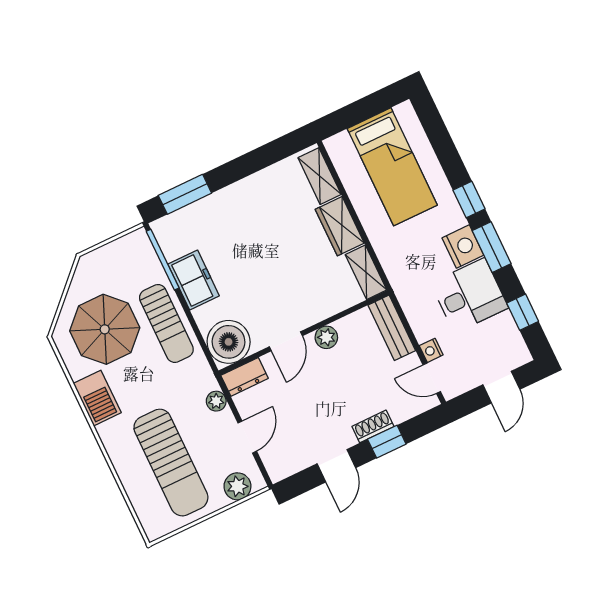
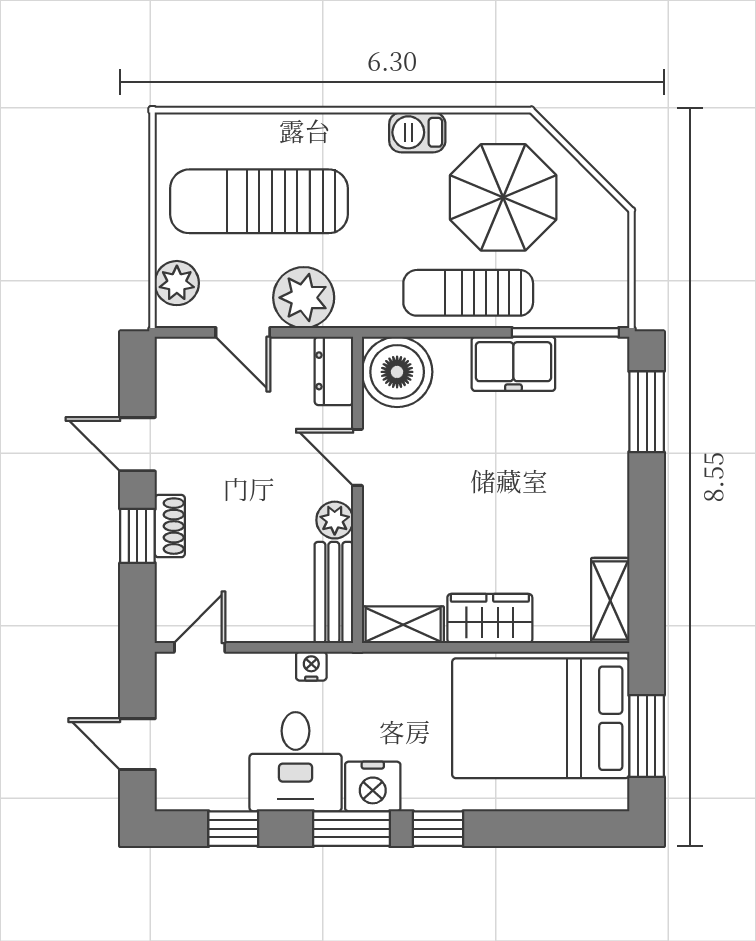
window: (363, 109) -> (647, 736), added
bed: (392, 167) -> (541, 718), width x1.50
shelving: (320, 176) -> (610, 601), moved, turned 90
bench: (392, 328) -> (334, 592), moved, turned 90
nightstand: (431, 350) -> (311, 666), moved
barbecue: (97, 398) -> (417, 132), width x0.73, depth x0.79
plant: (216, 401) -> (304, 298), width x1.87, depth x1.87

